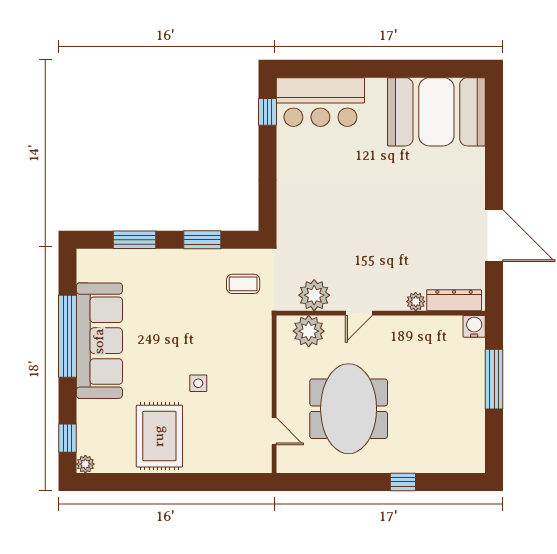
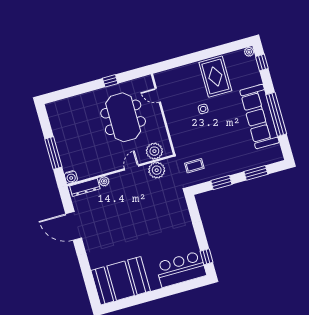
window: (403, 482) -> (110, 81), moved

